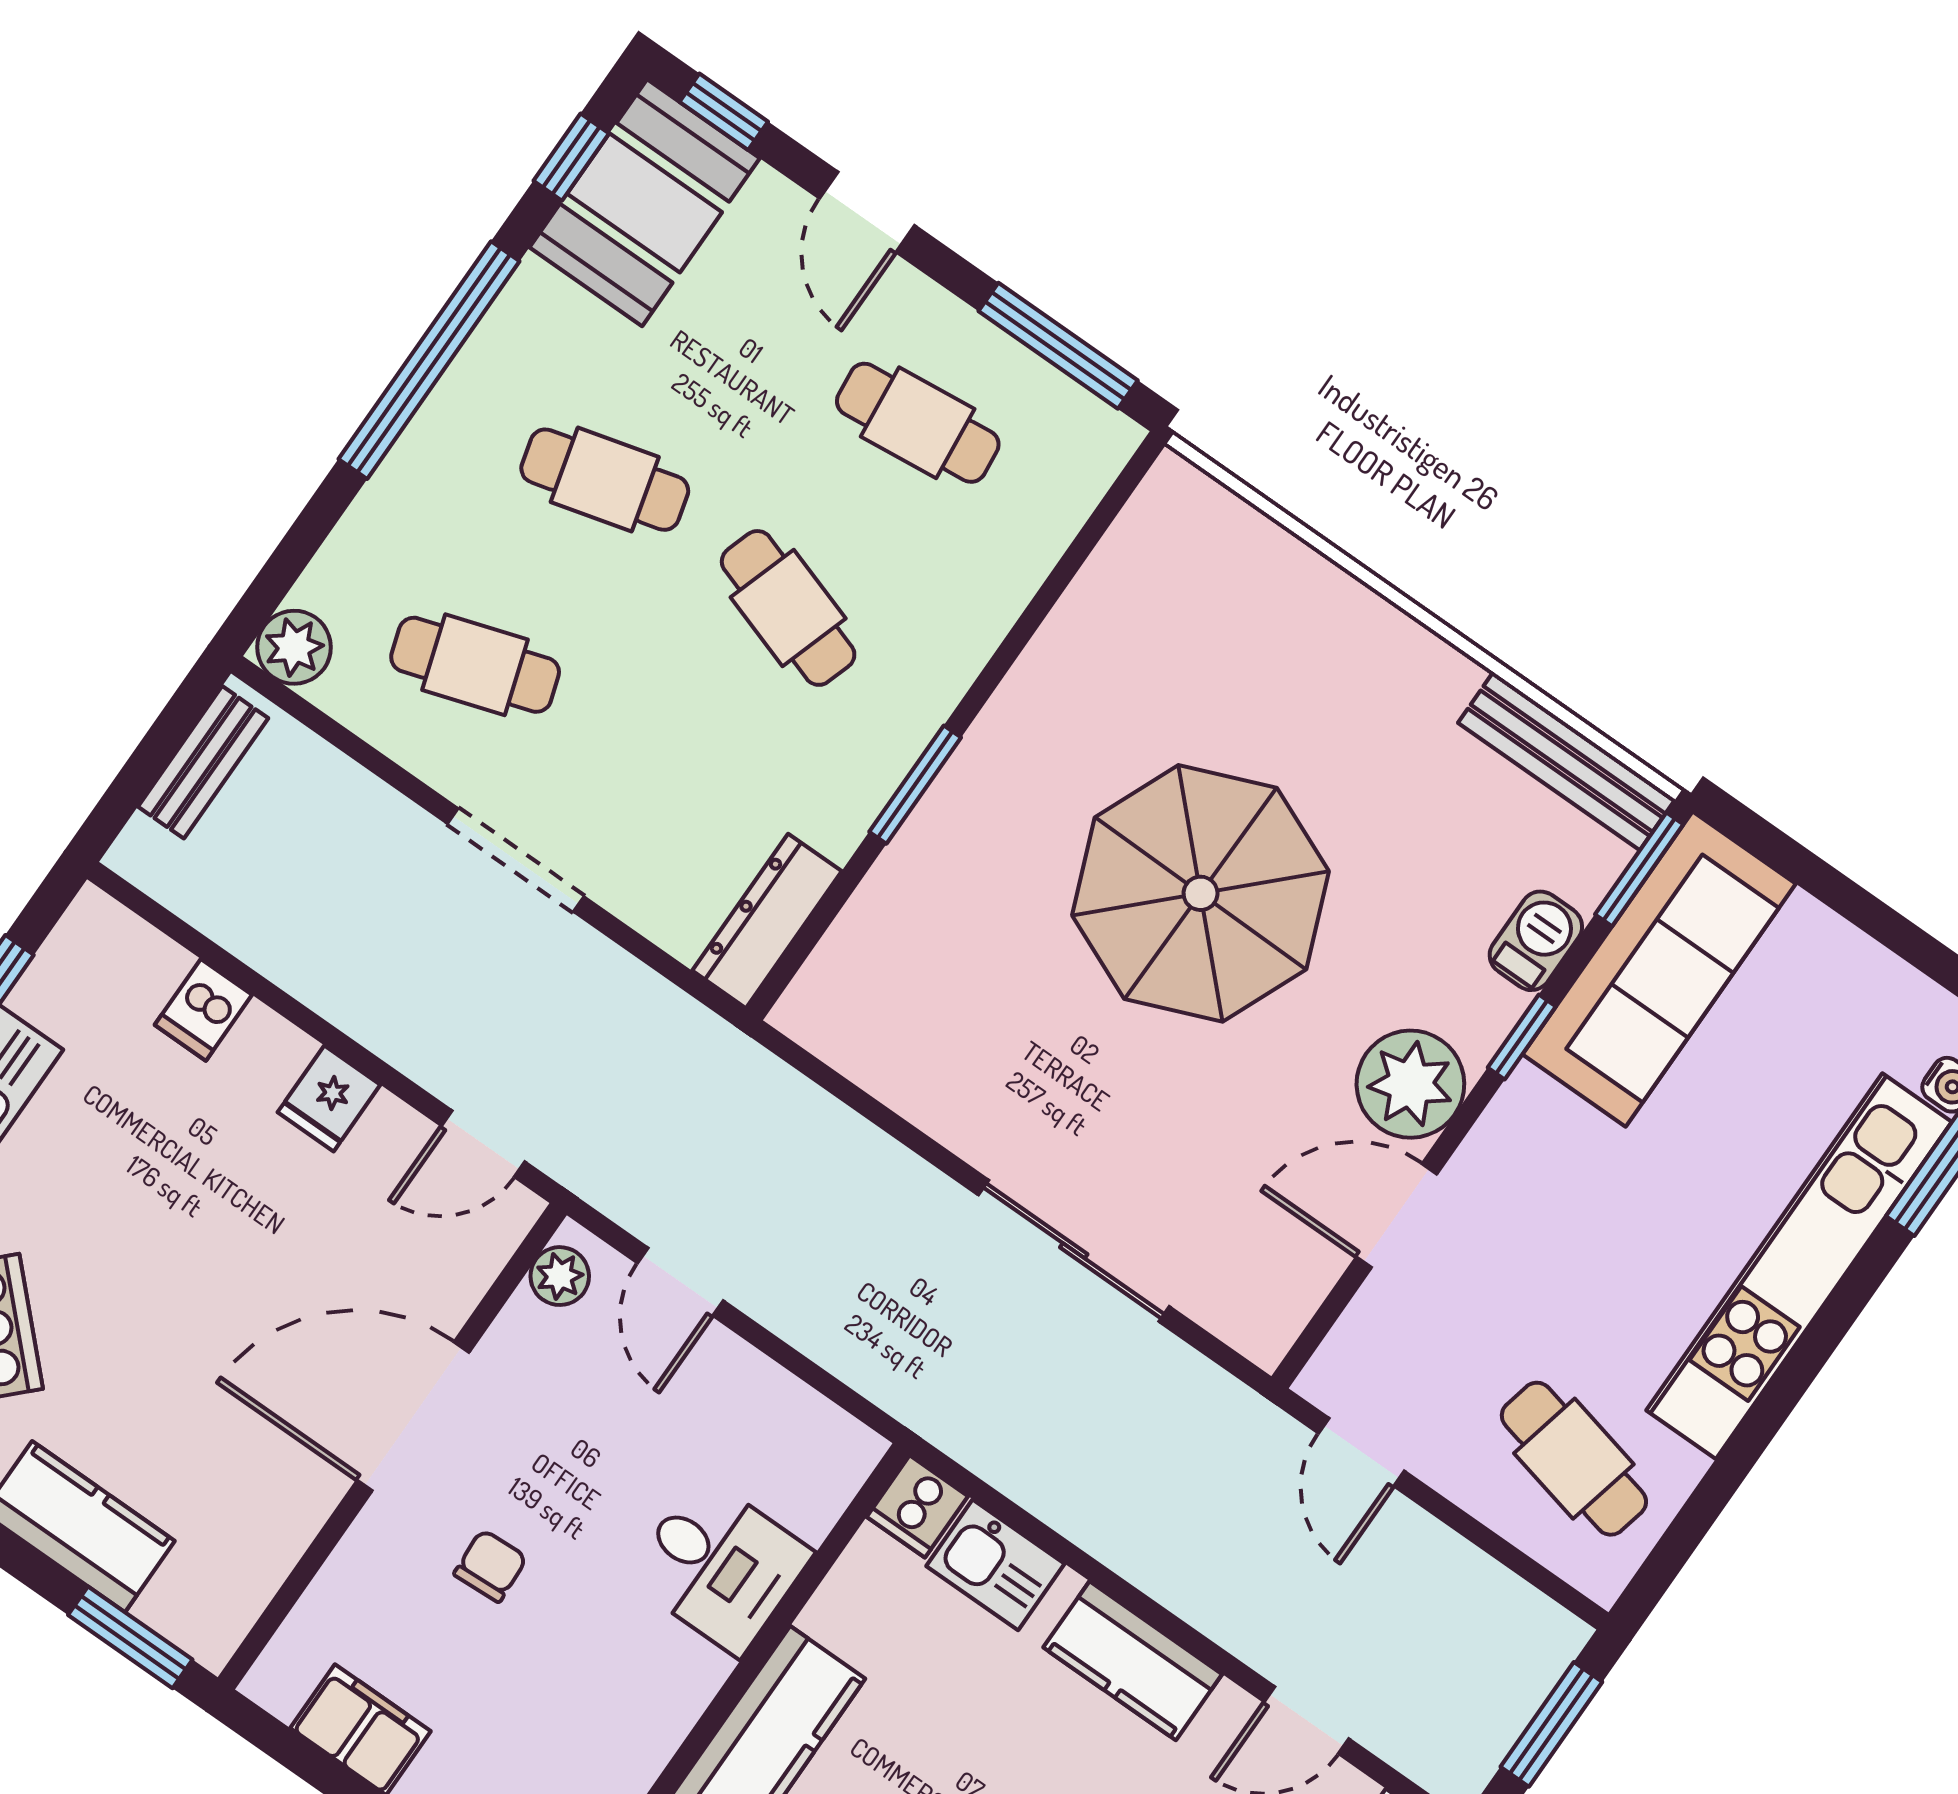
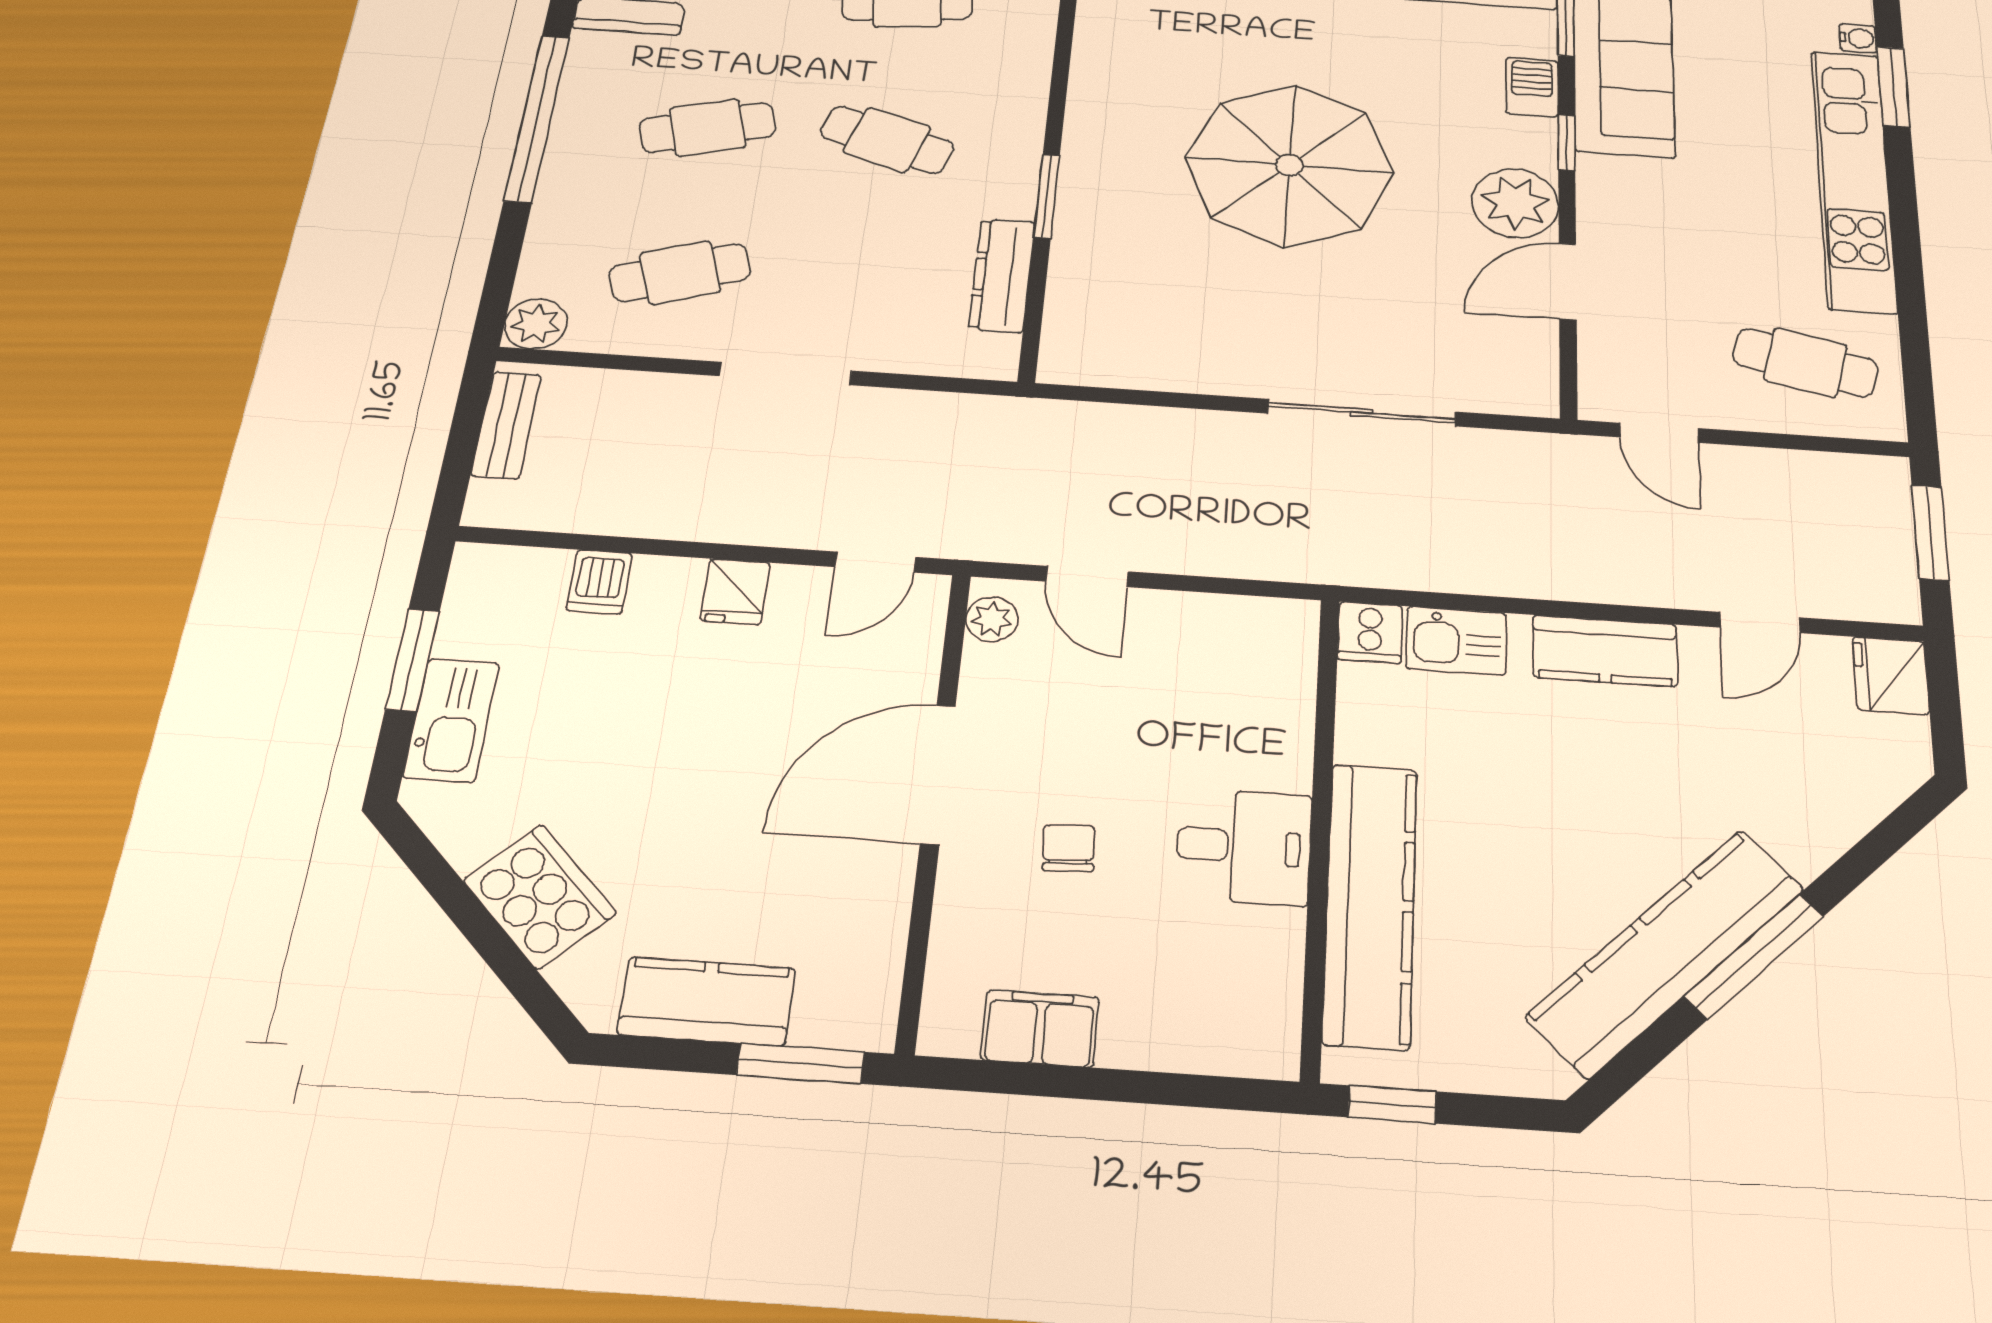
dresser: (767, 921) -> (1002, 275), moved
desk: (720, 1565) -> (1244, 847), moved

